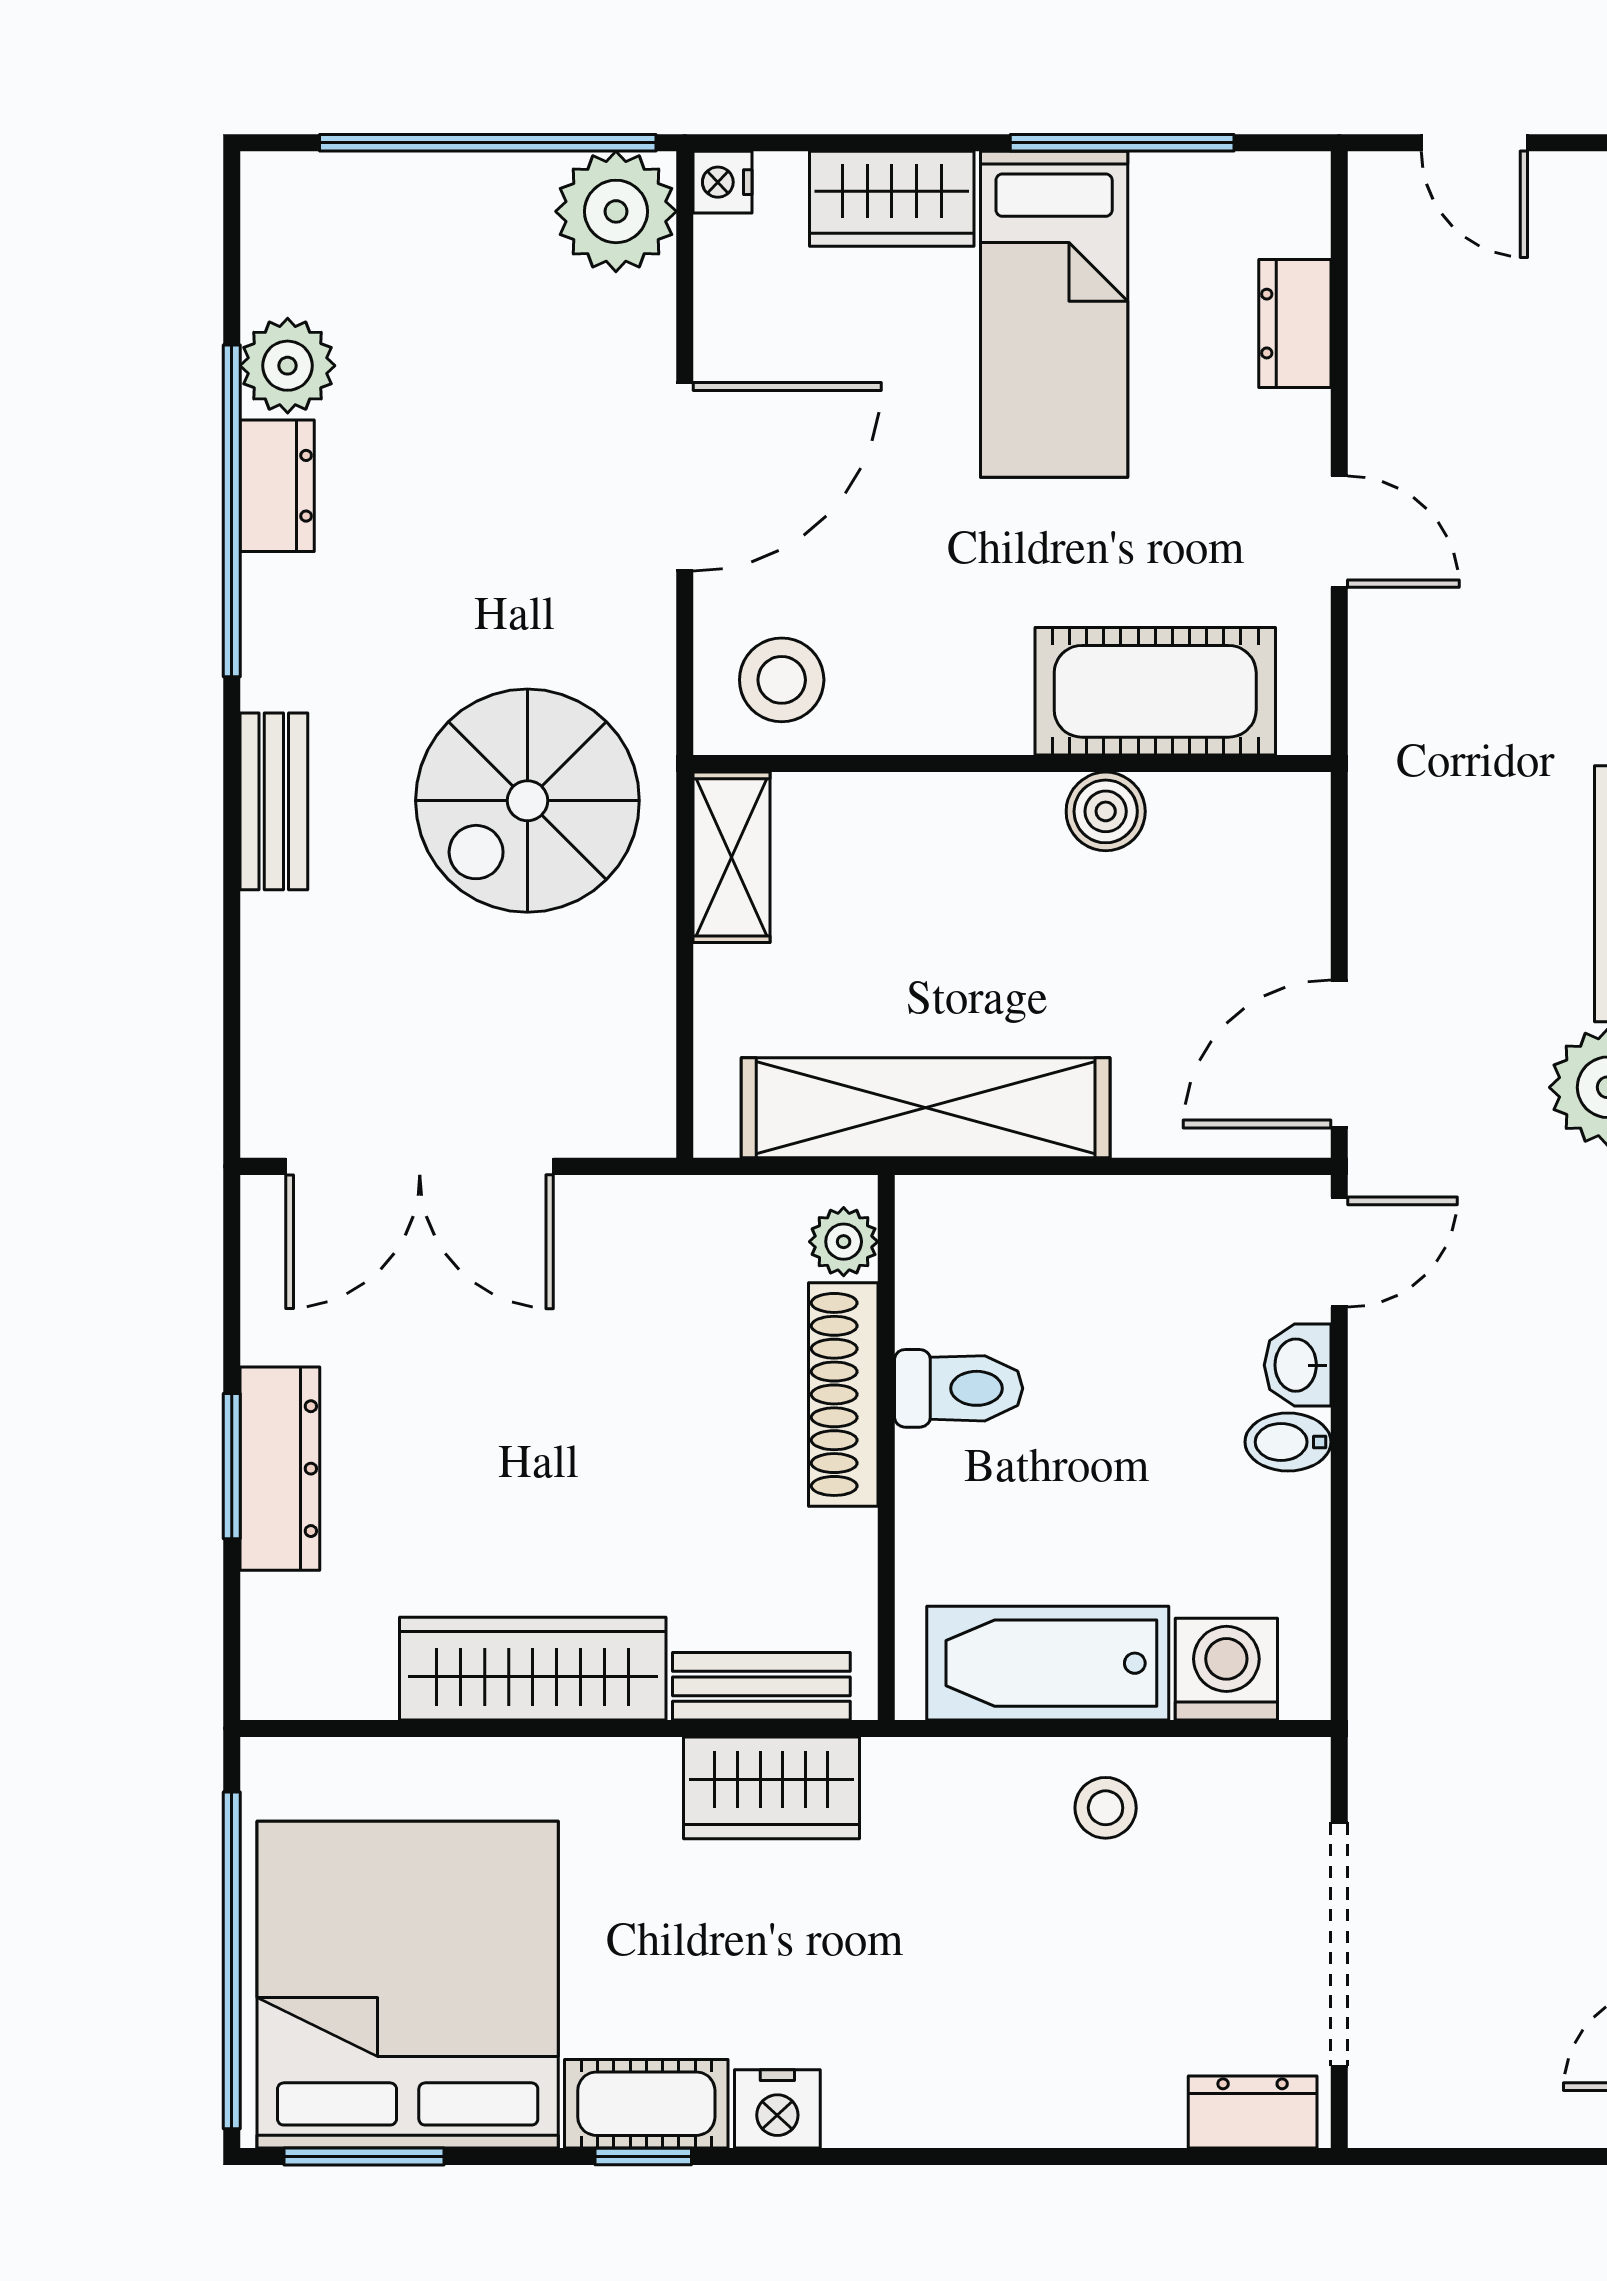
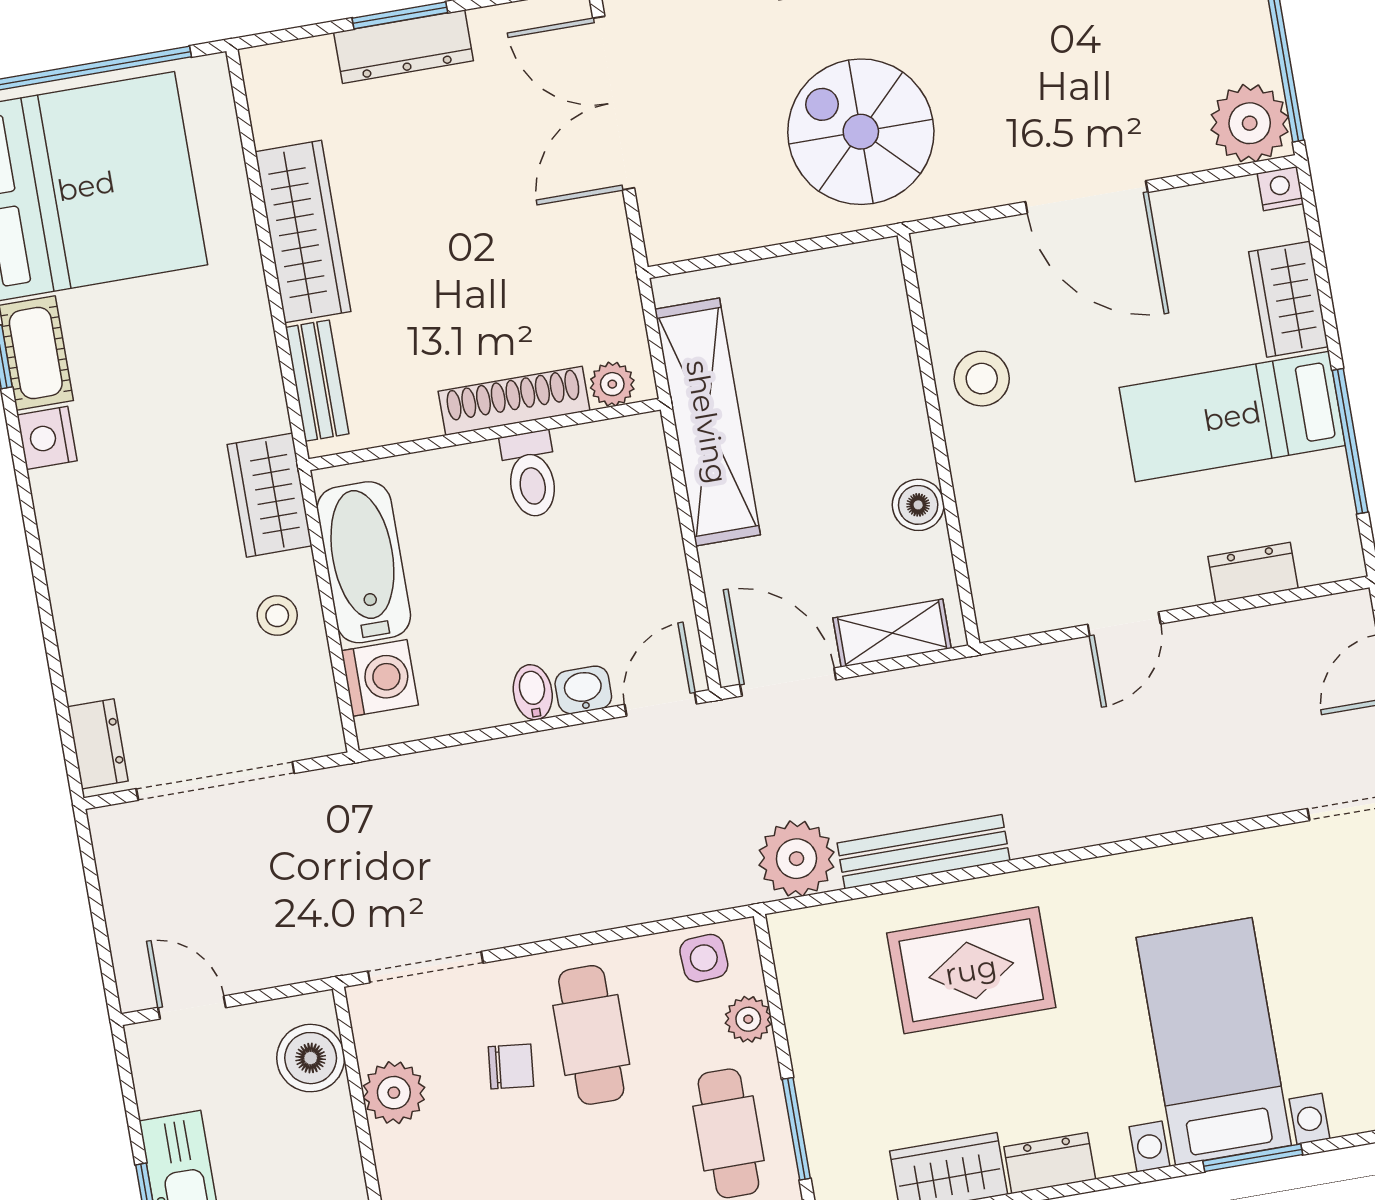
stool: (782, 680) -> (982, 379), moved
cot: (1155, 691) -> (1001, 523), removed
shelving: (732, 857) -> (892, 633), moved
door: (1339, 1252) -> (661, 704), swing flipped
wardrobe: (771, 1788) -> (270, 495), moved

